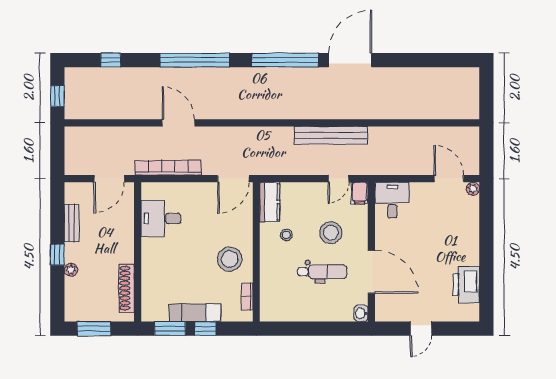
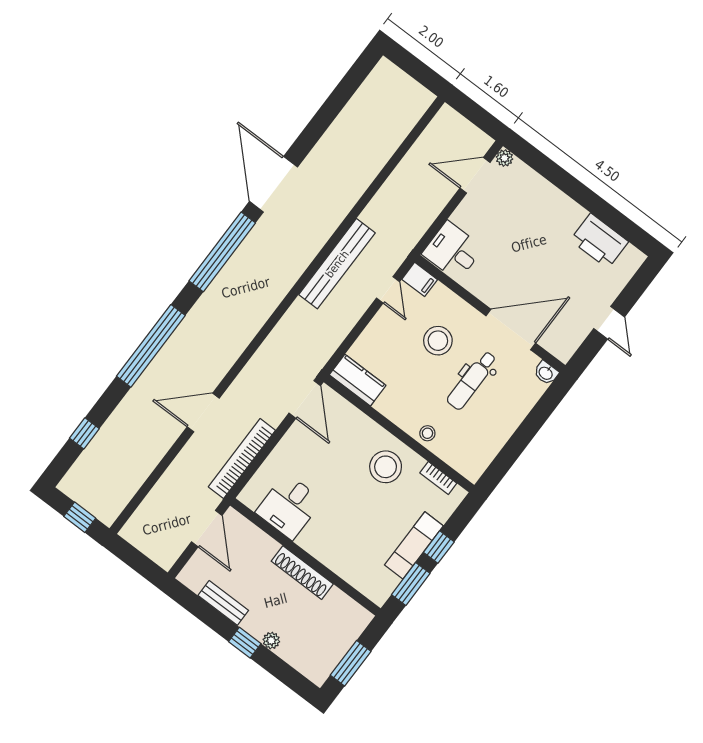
stool: (286, 235) -> (427, 433), moved
dental chair: (322, 272) -> (472, 380), turned 180
shoe rack: (127, 288) -> (302, 573), moved

